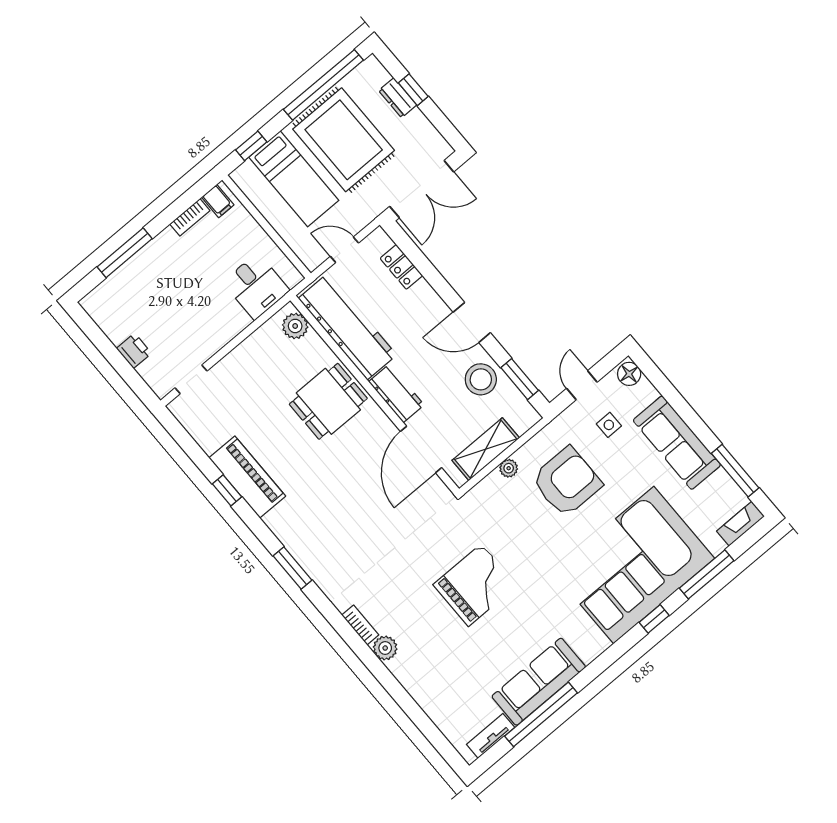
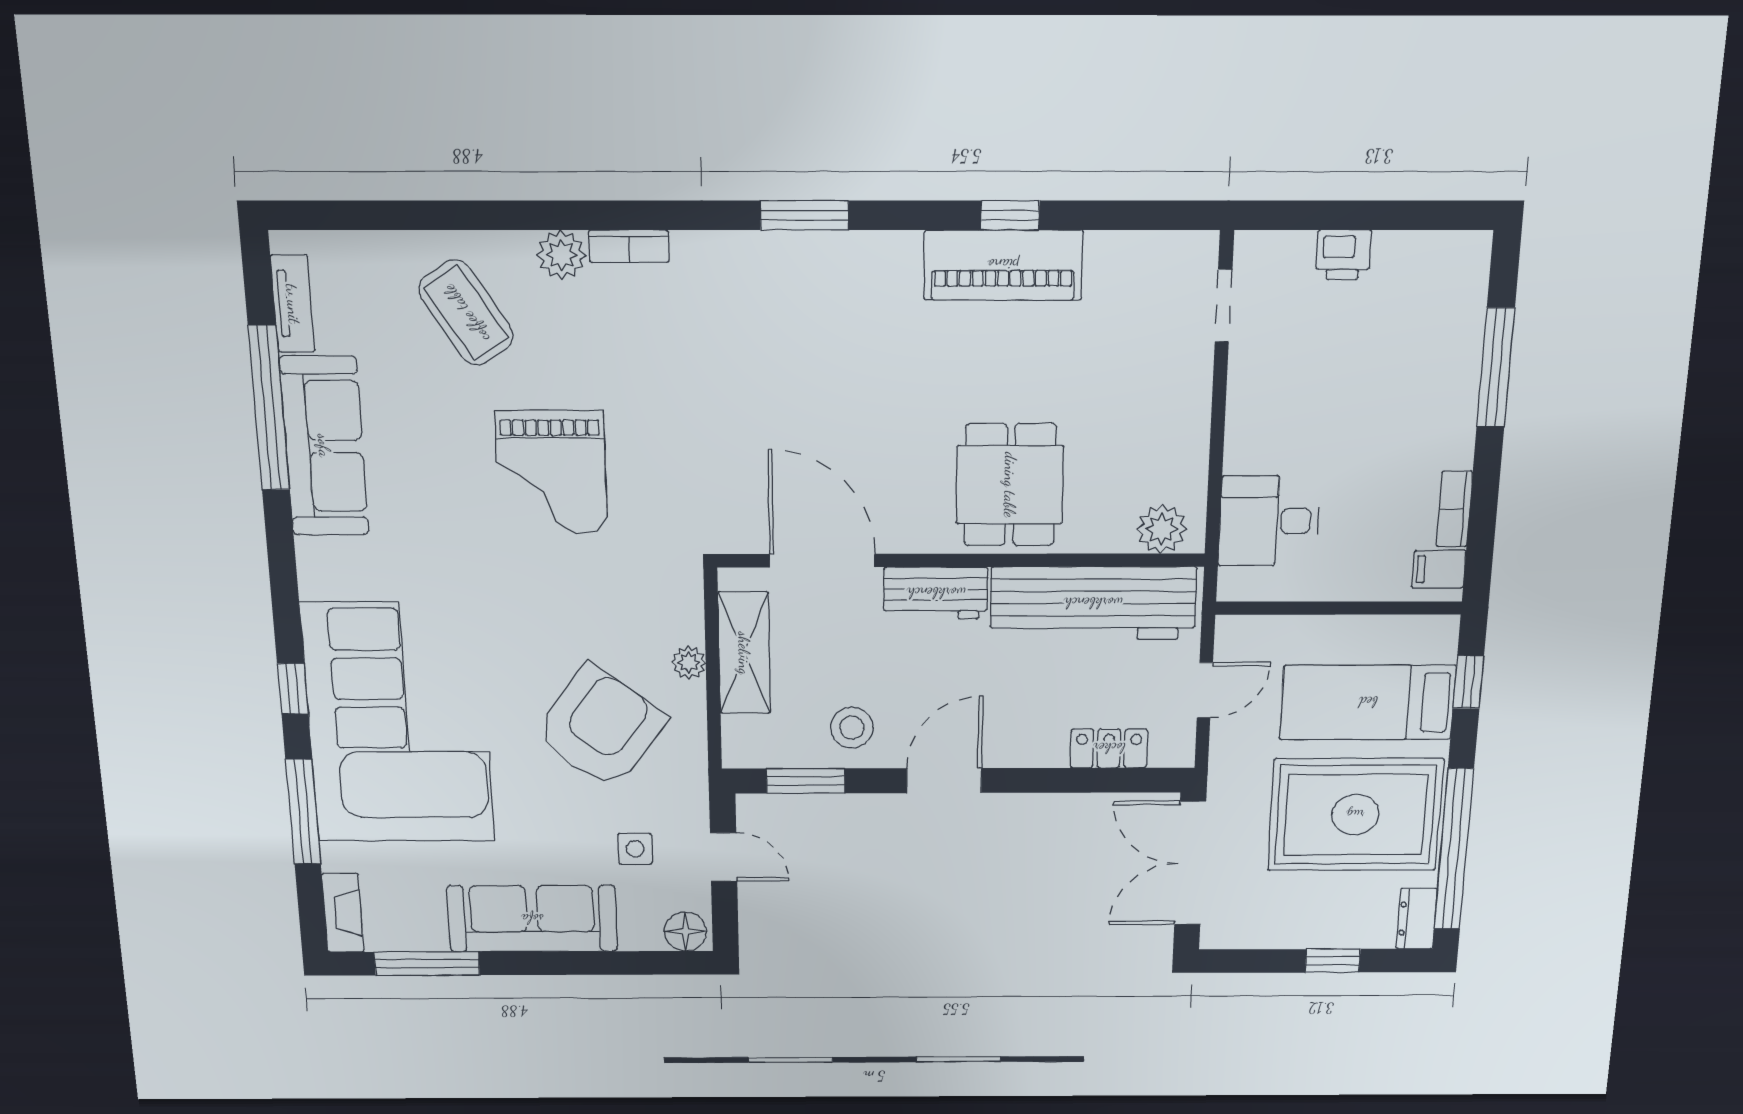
dresser: (398, 98) -> (1417, 919), moved, turned -90
stool: (481, 379) -> (852, 728), width x0.73, depth x0.73
armchair: (567, 482) -> (600, 727), turned -143
coffee table: (438, 667) -> (466, 313), added

